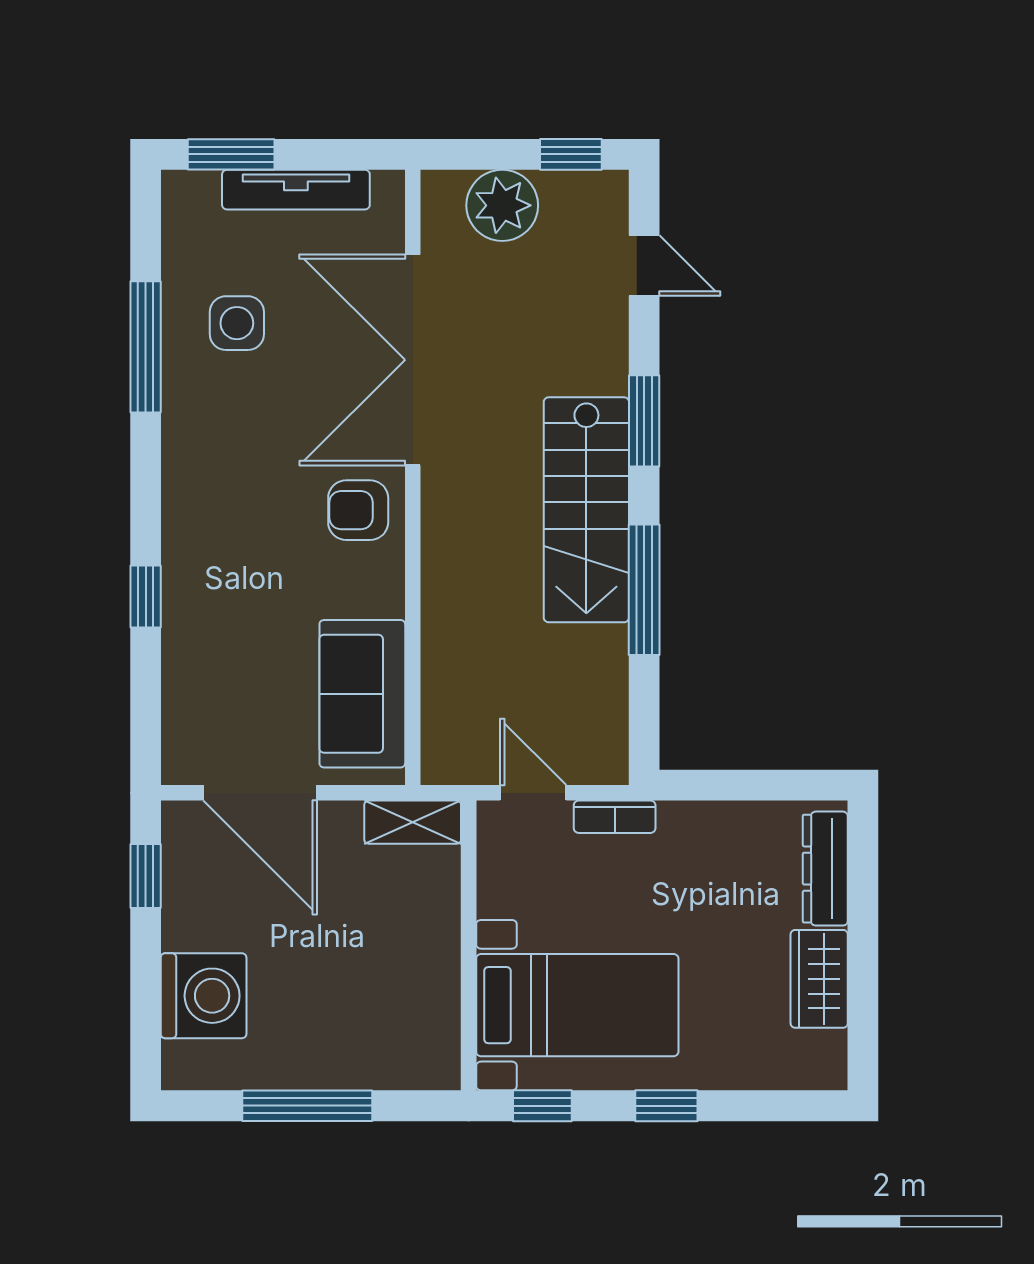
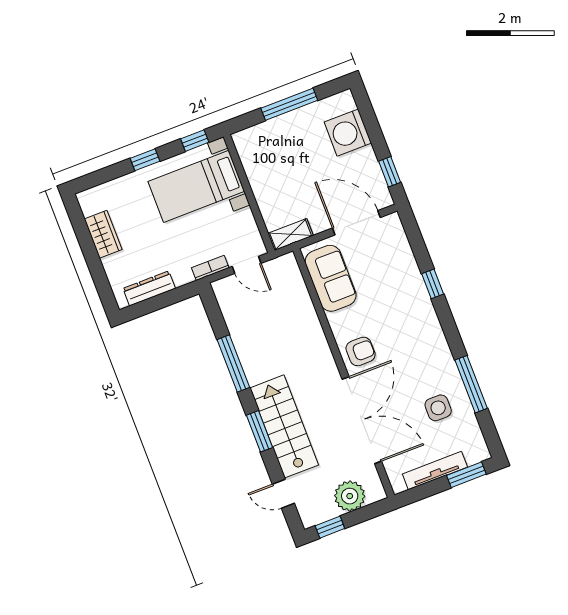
stairs: (586, 510) -> (284, 426), moved
dresser: (825, 869) -> (149, 288), moved, turned -90

